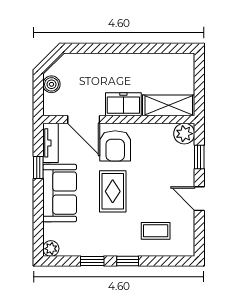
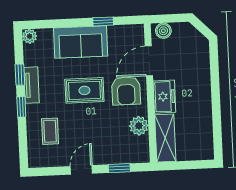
boiler: (51, 84) -> (163, 31), moved
plant: (184, 134) -> (139, 126), moved
tv unit: (51, 143) -> (31, 85), moved, turned -90
armchair: (115, 146) -> (126, 91), turned -90

